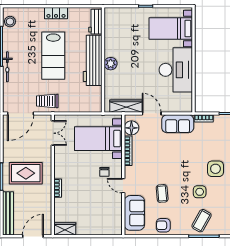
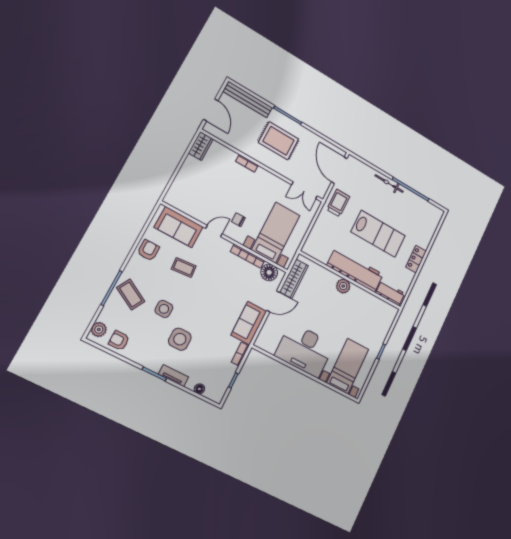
stool: (10, 22) -> (429, 211), removed
lab bench: (53, 56) -> (378, 234), turned 180
rug: (26, 173) -> (279, 141), turned 90

